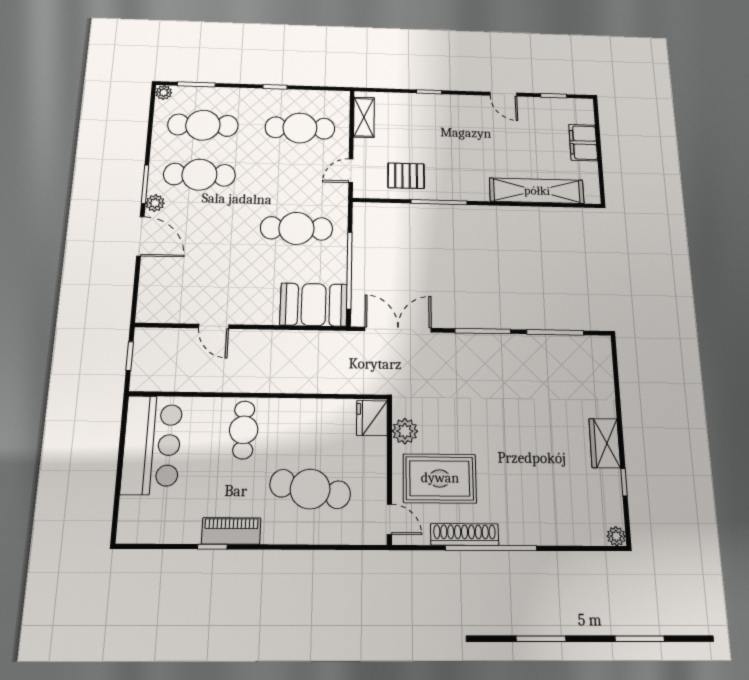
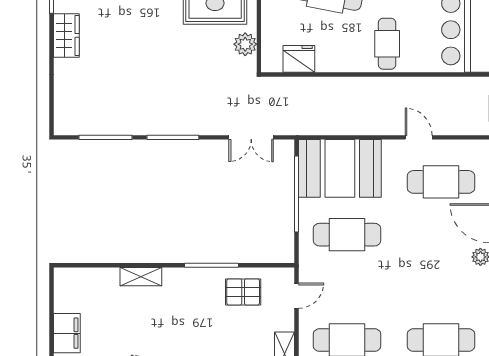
cafe table: (199, 175) -> (441, 182), moved
shelving: (537, 191) -> (141, 277), width x0.45, depth x0.75
booth: (314, 305) -> (340, 168), width x1.36, depth x1.42
double door: (398, 330) -> (251, 137), width x0.73
fridge: (372, 418) -> (299, 59), moved, turned -90

